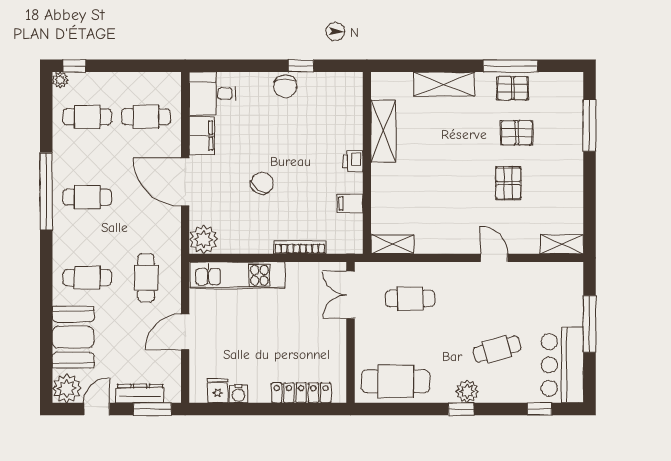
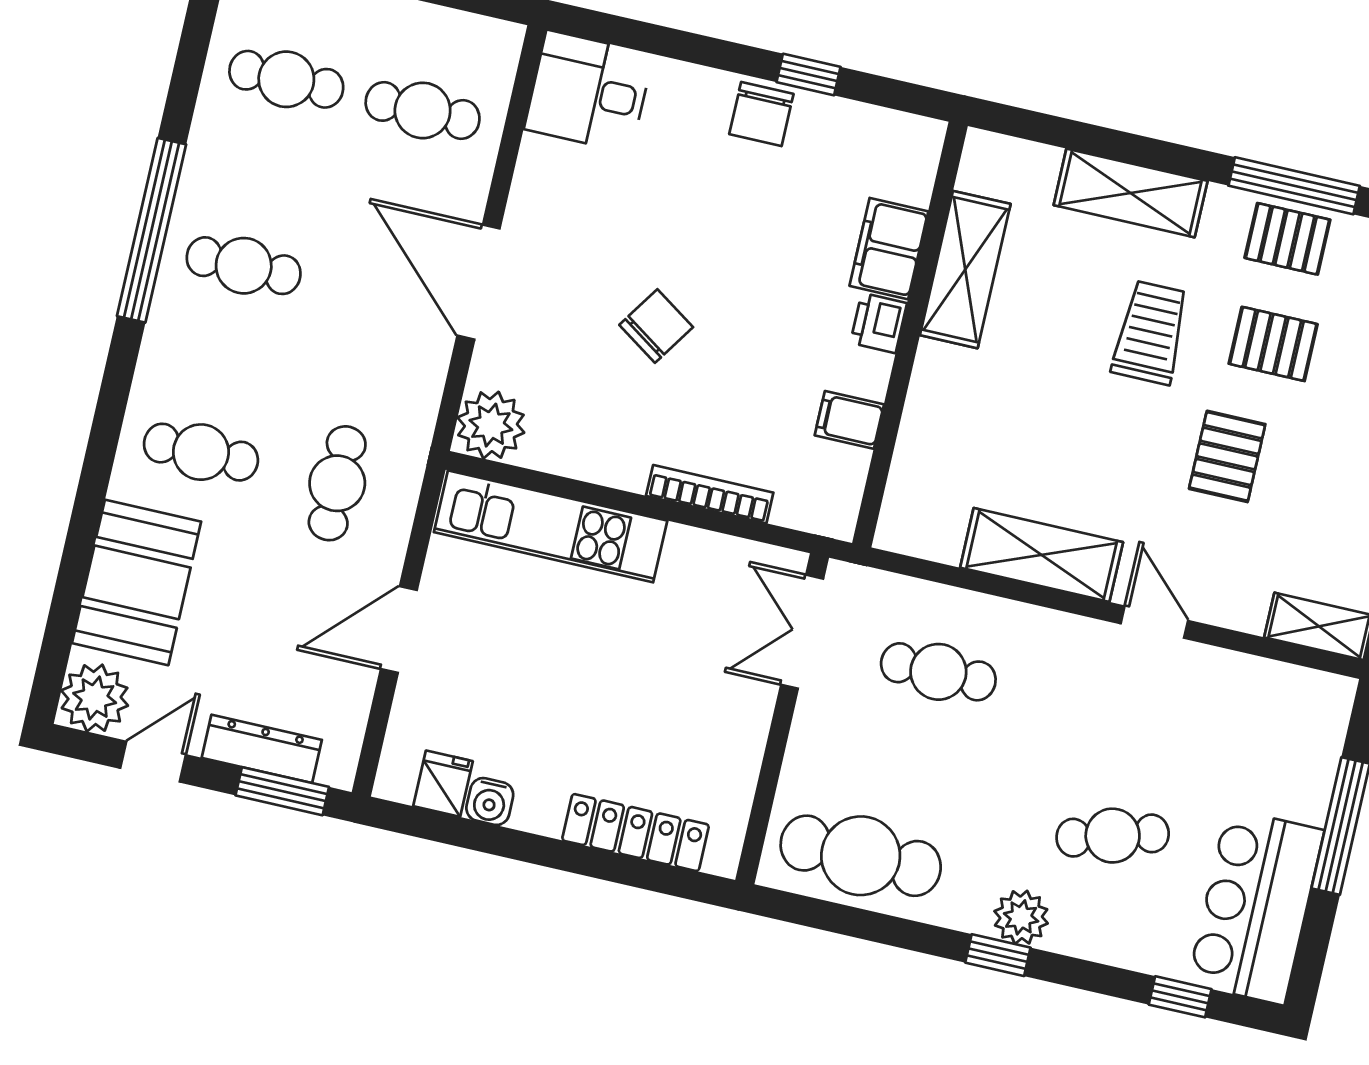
filing cabinet: (202, 136) -> (889, 249), moved, turned 180
trolley: (465, 140) -> (1151, 333), added
shelving: (392, 244) -> (1042, 555), moved, width x1.50, depth x1.33

